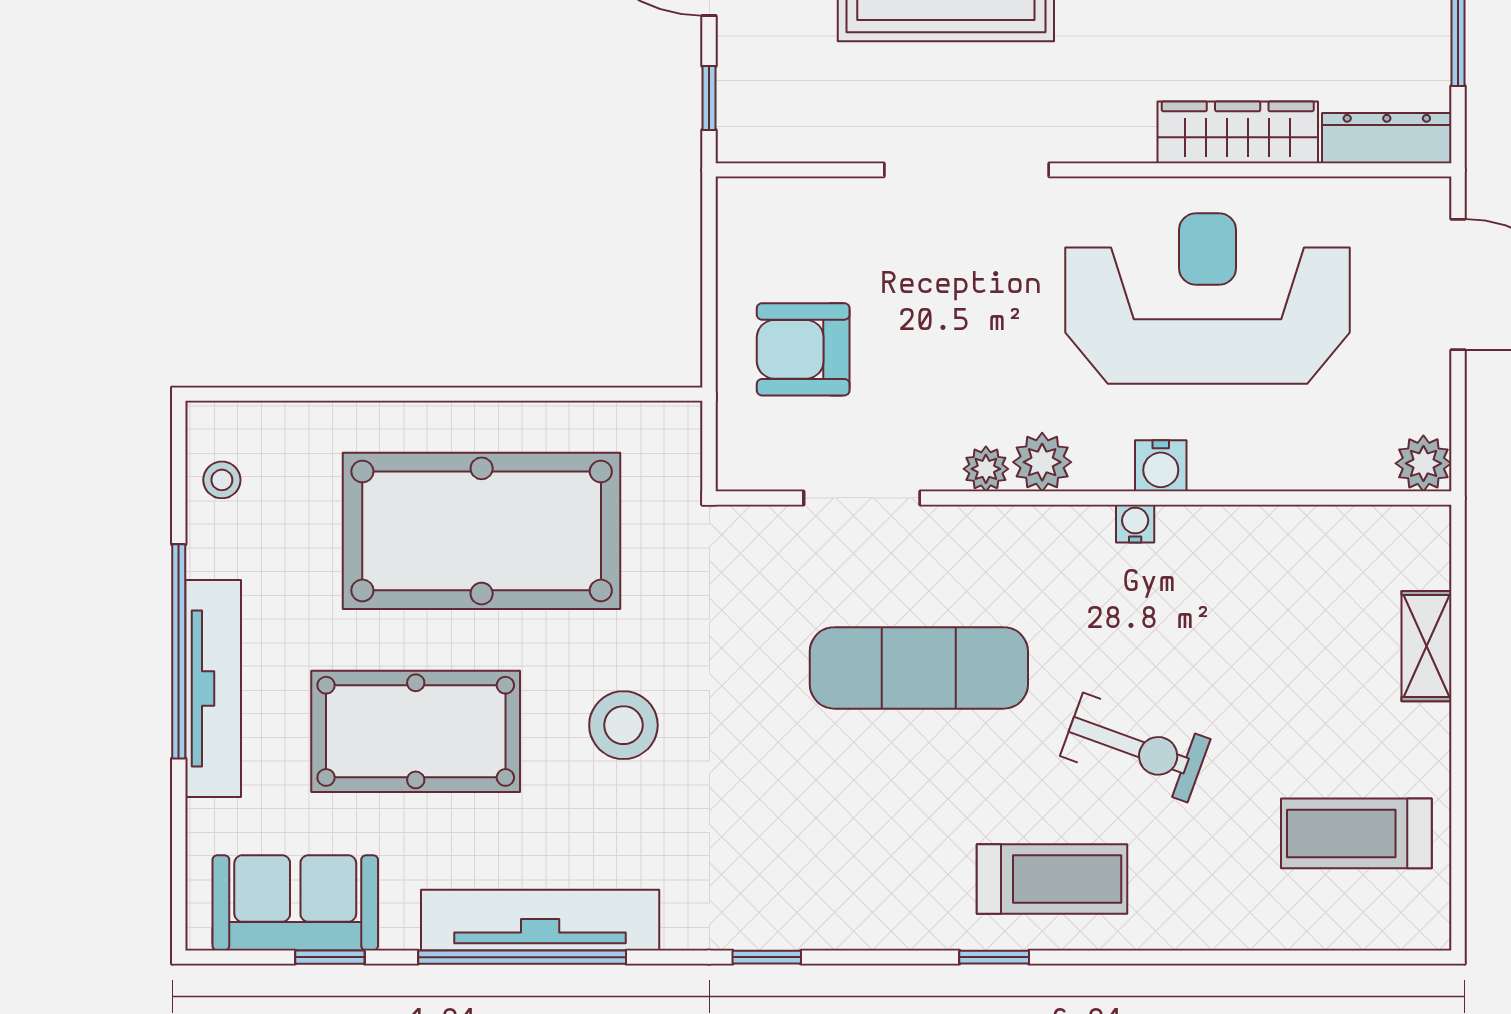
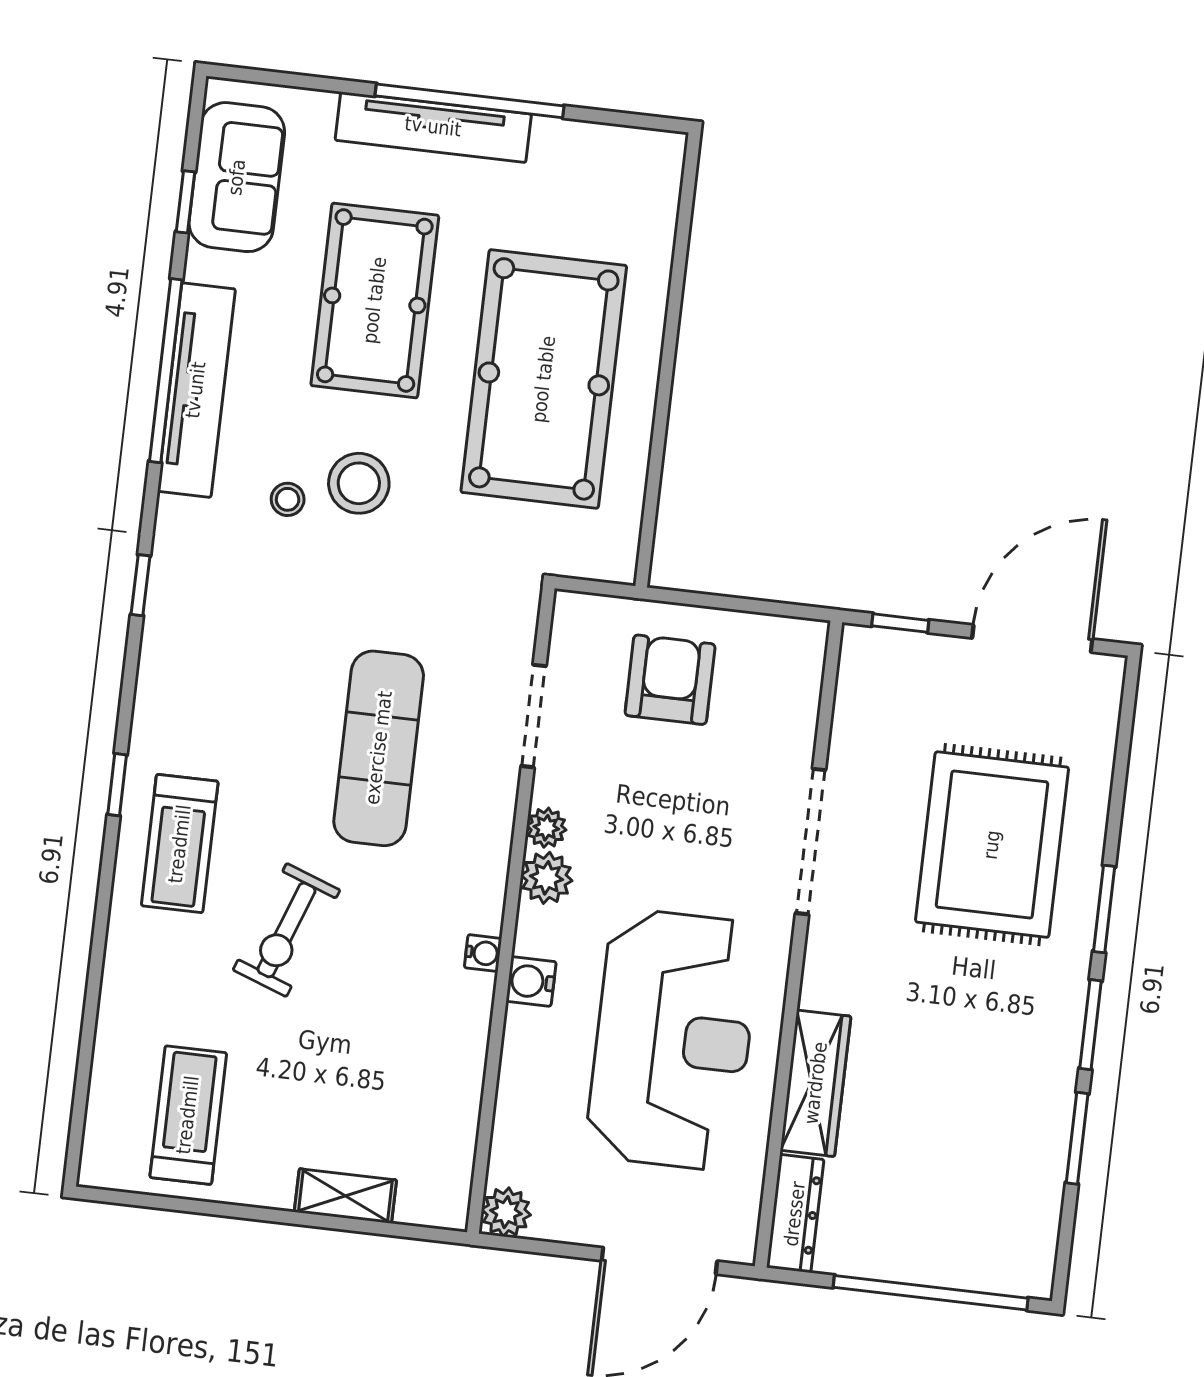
stool: (222, 480) -> (288, 499), moved

